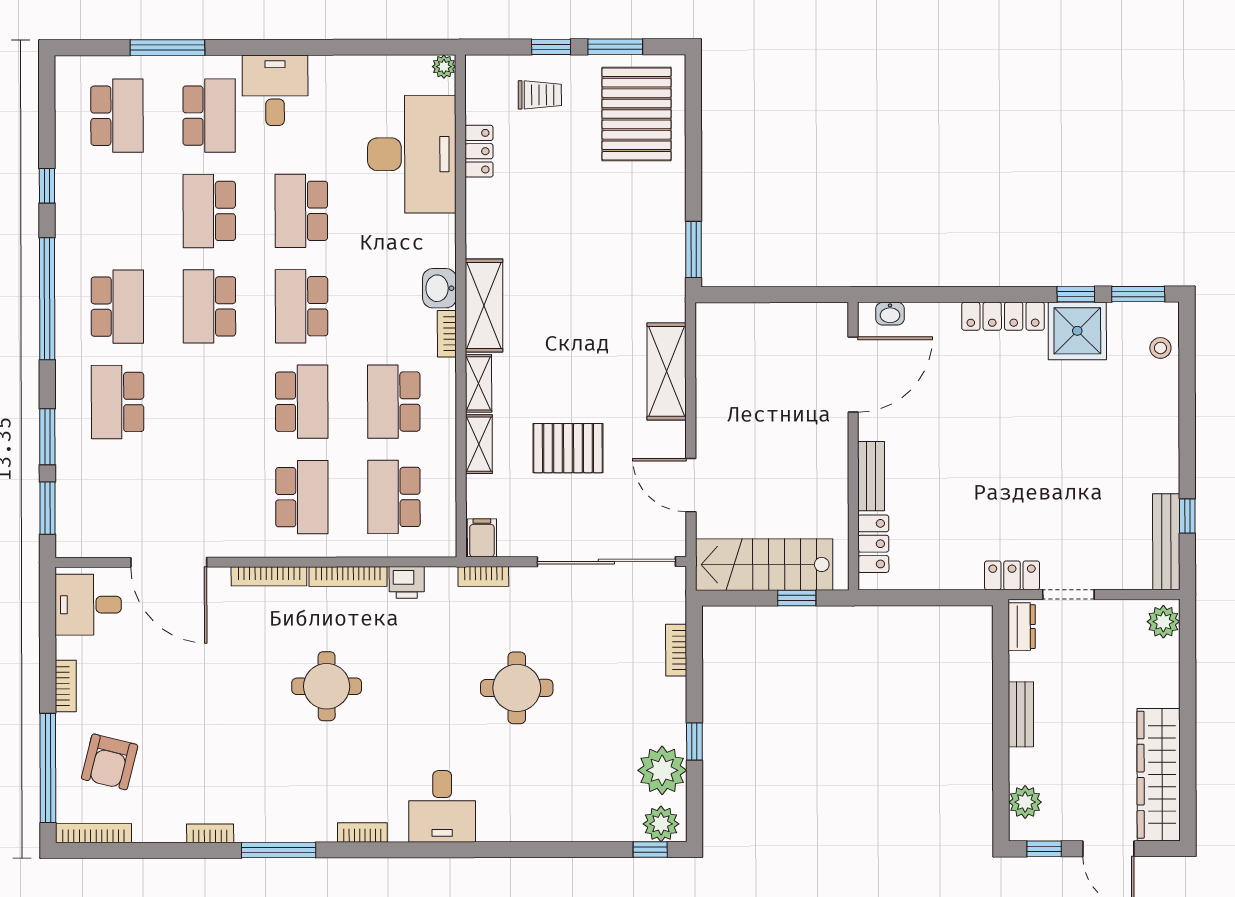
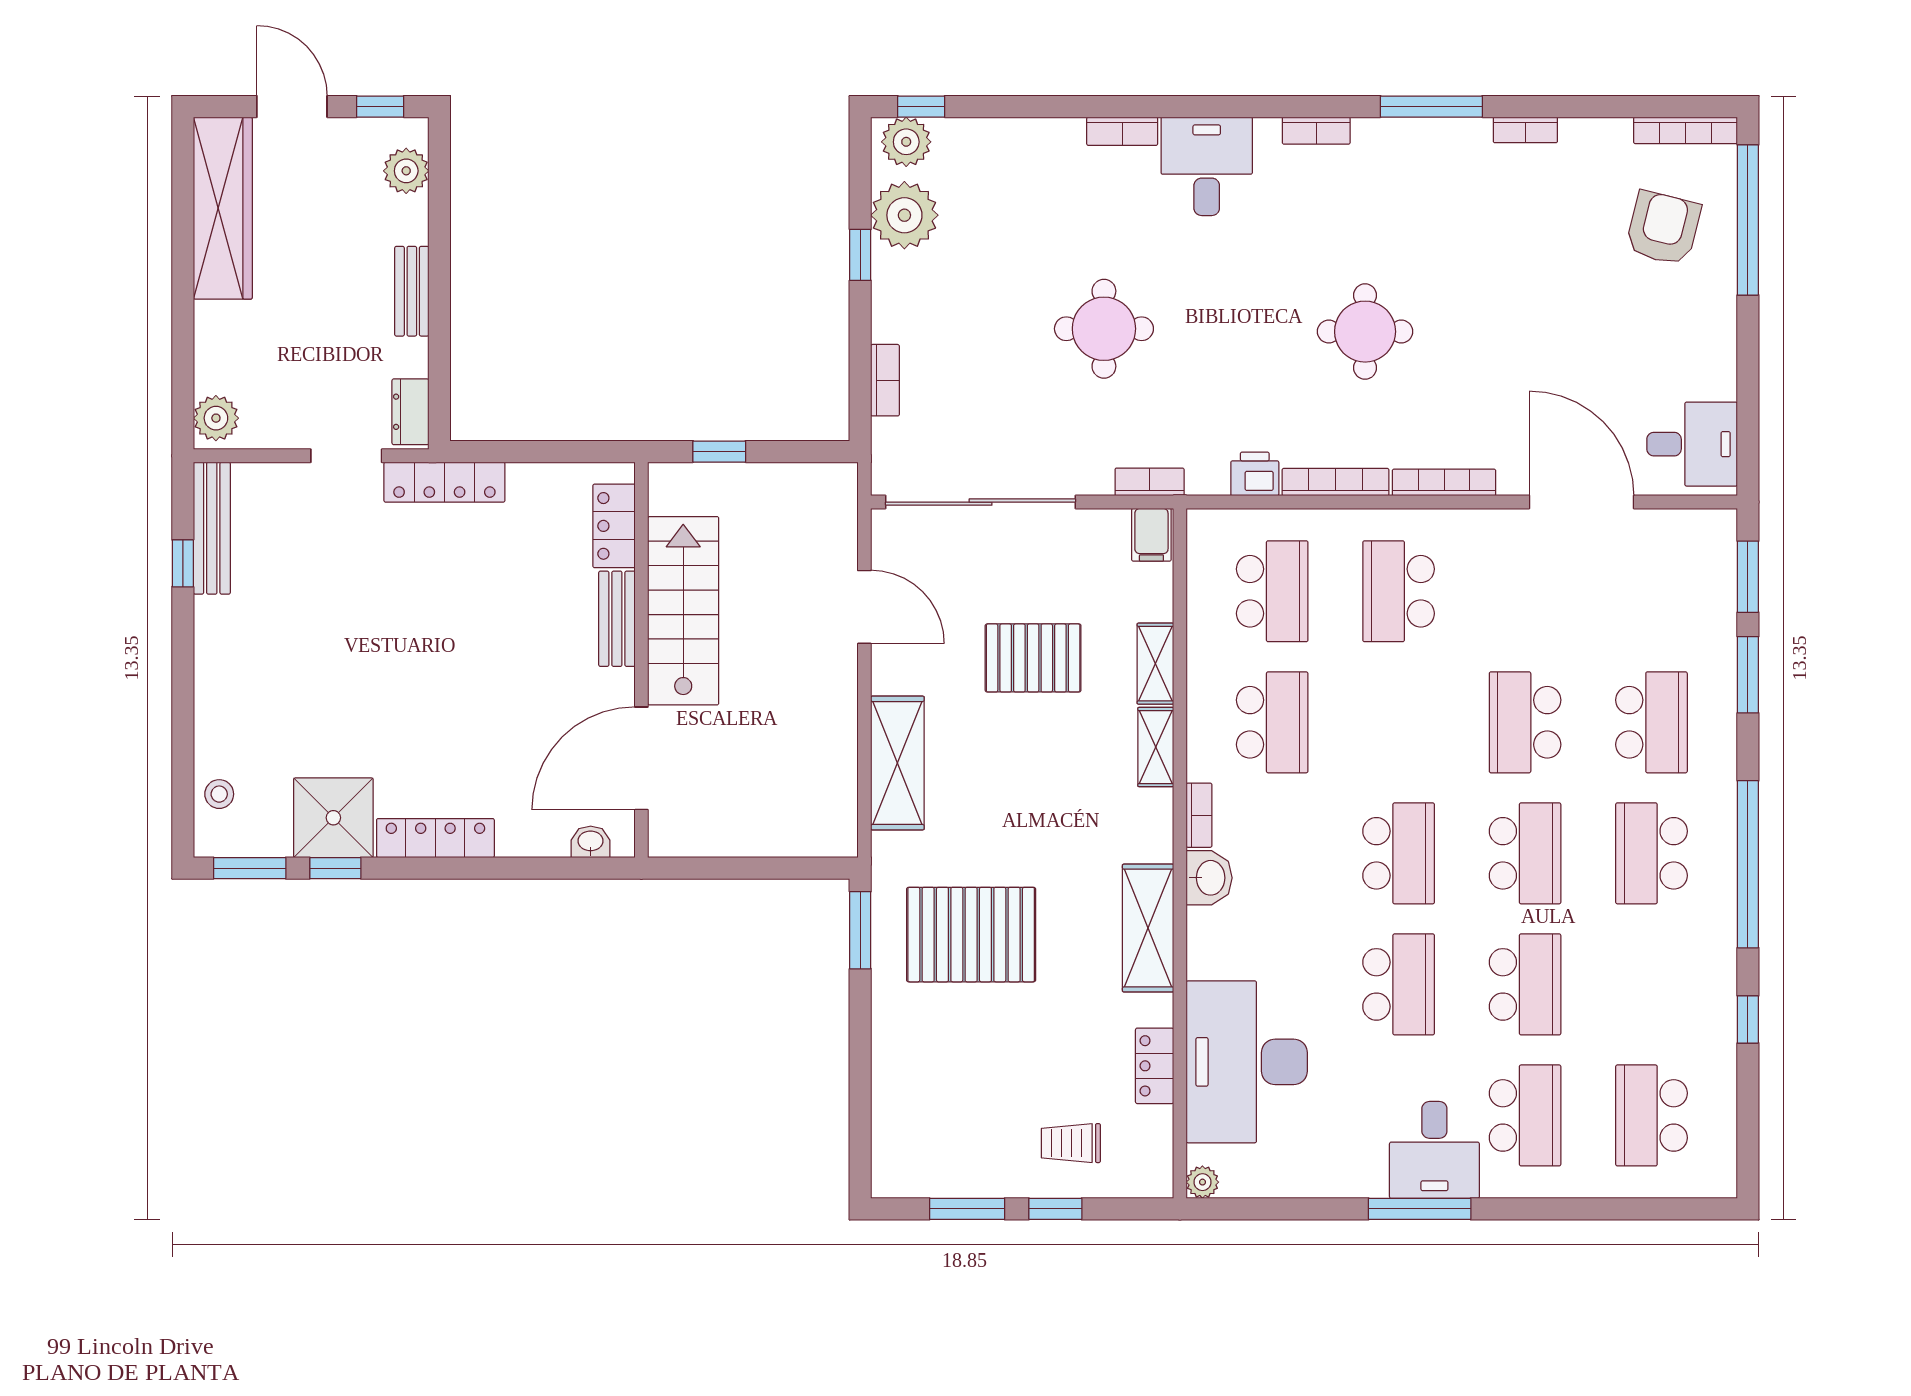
window: (167, 48) -> (1420, 1209), moved
pallet: (637, 114) -> (971, 935), moved, turned 90
school desk: (209, 116) -> (1525, 1115), turned 180
shelving: (484, 305) -> (1148, 928), moved
school desk: (302, 402) -> (1525, 722), moved
stairs: (764, 565) -> (683, 611), moved, turned -90
locker: (1012, 575) -> (444, 482), width x1.53
bookcase: (66, 686) -> (1122, 131), moved, turned -90

